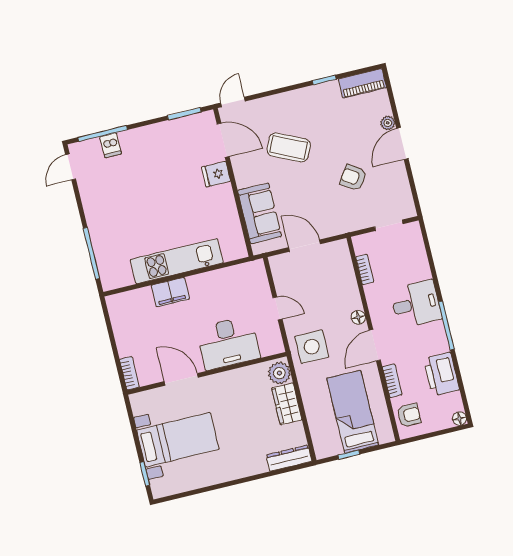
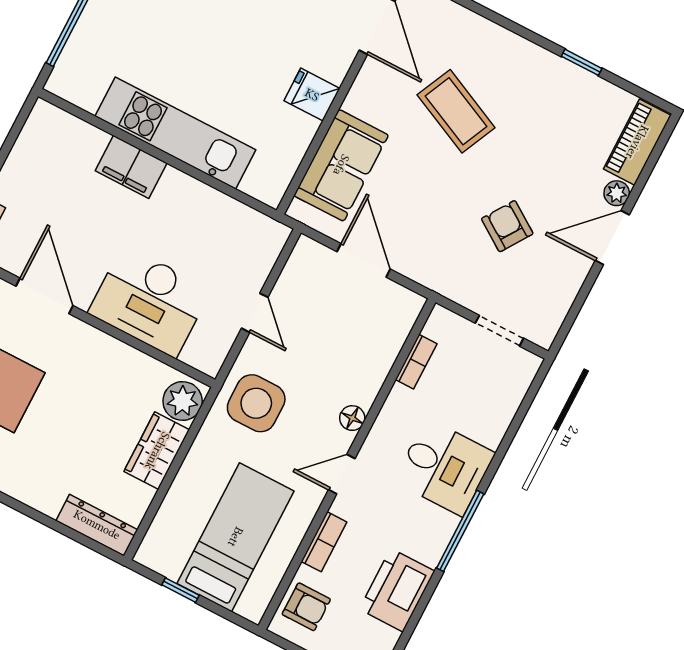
piano: (362, 83) -> (637, 142), moved, turned 90
fridge: (216, 174) -> (312, 95), moved
door: (375, 345) -> (342, 474), width x0.73

